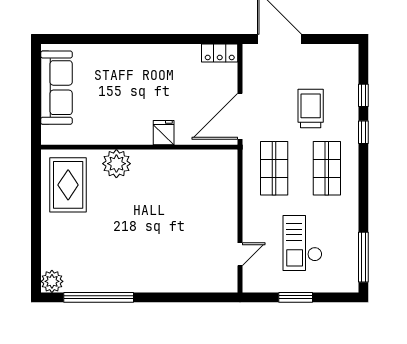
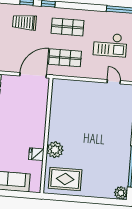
trolley: (311, 109) -> (24, 22), moved
door: (240, 116) -> (33, 75), swing flipped
fridge: (164, 133) -> (36, 154), moved

